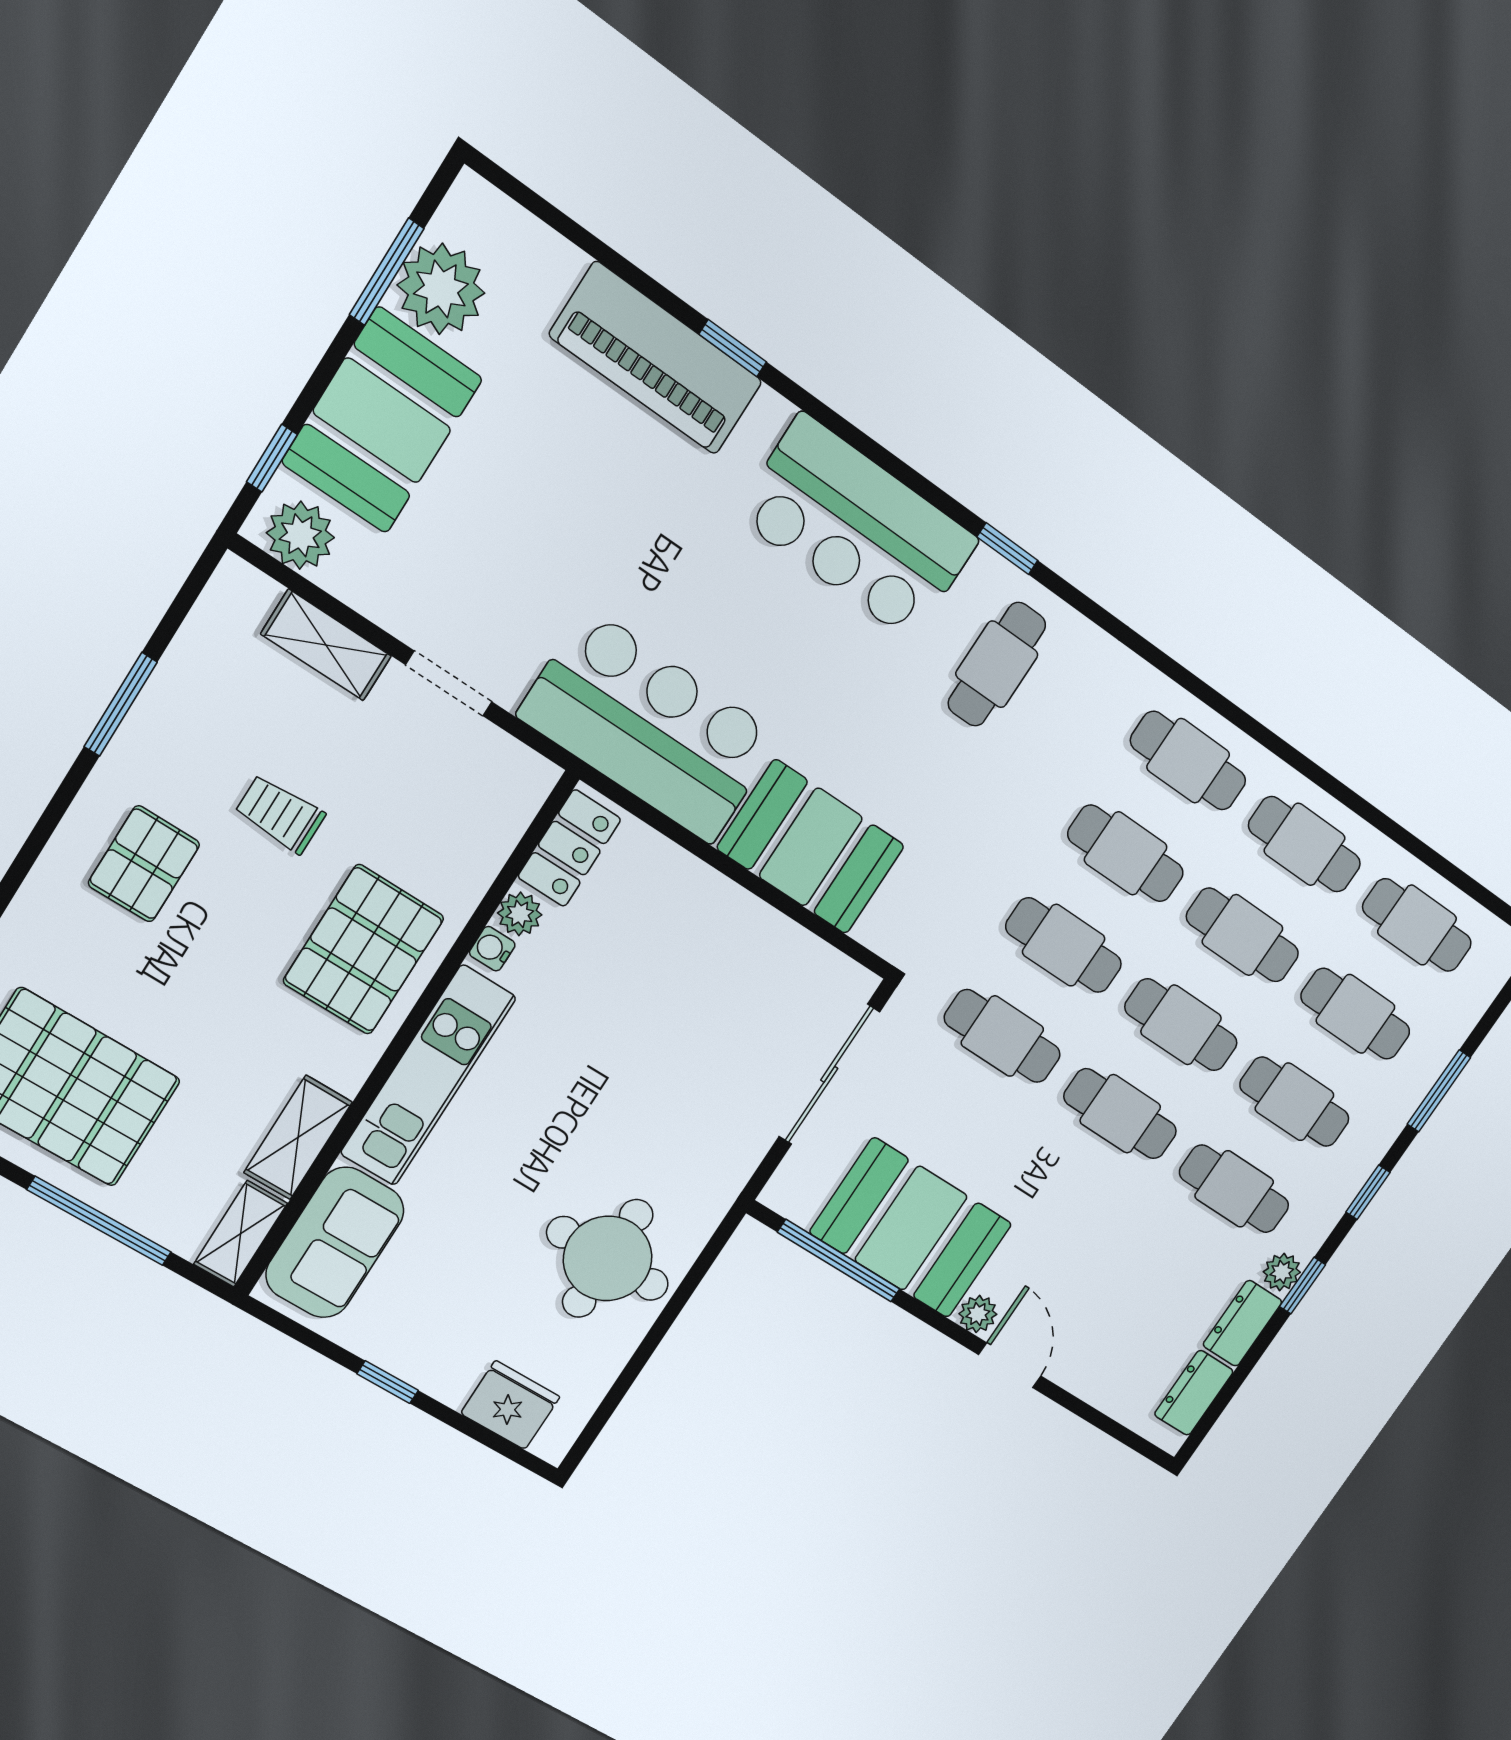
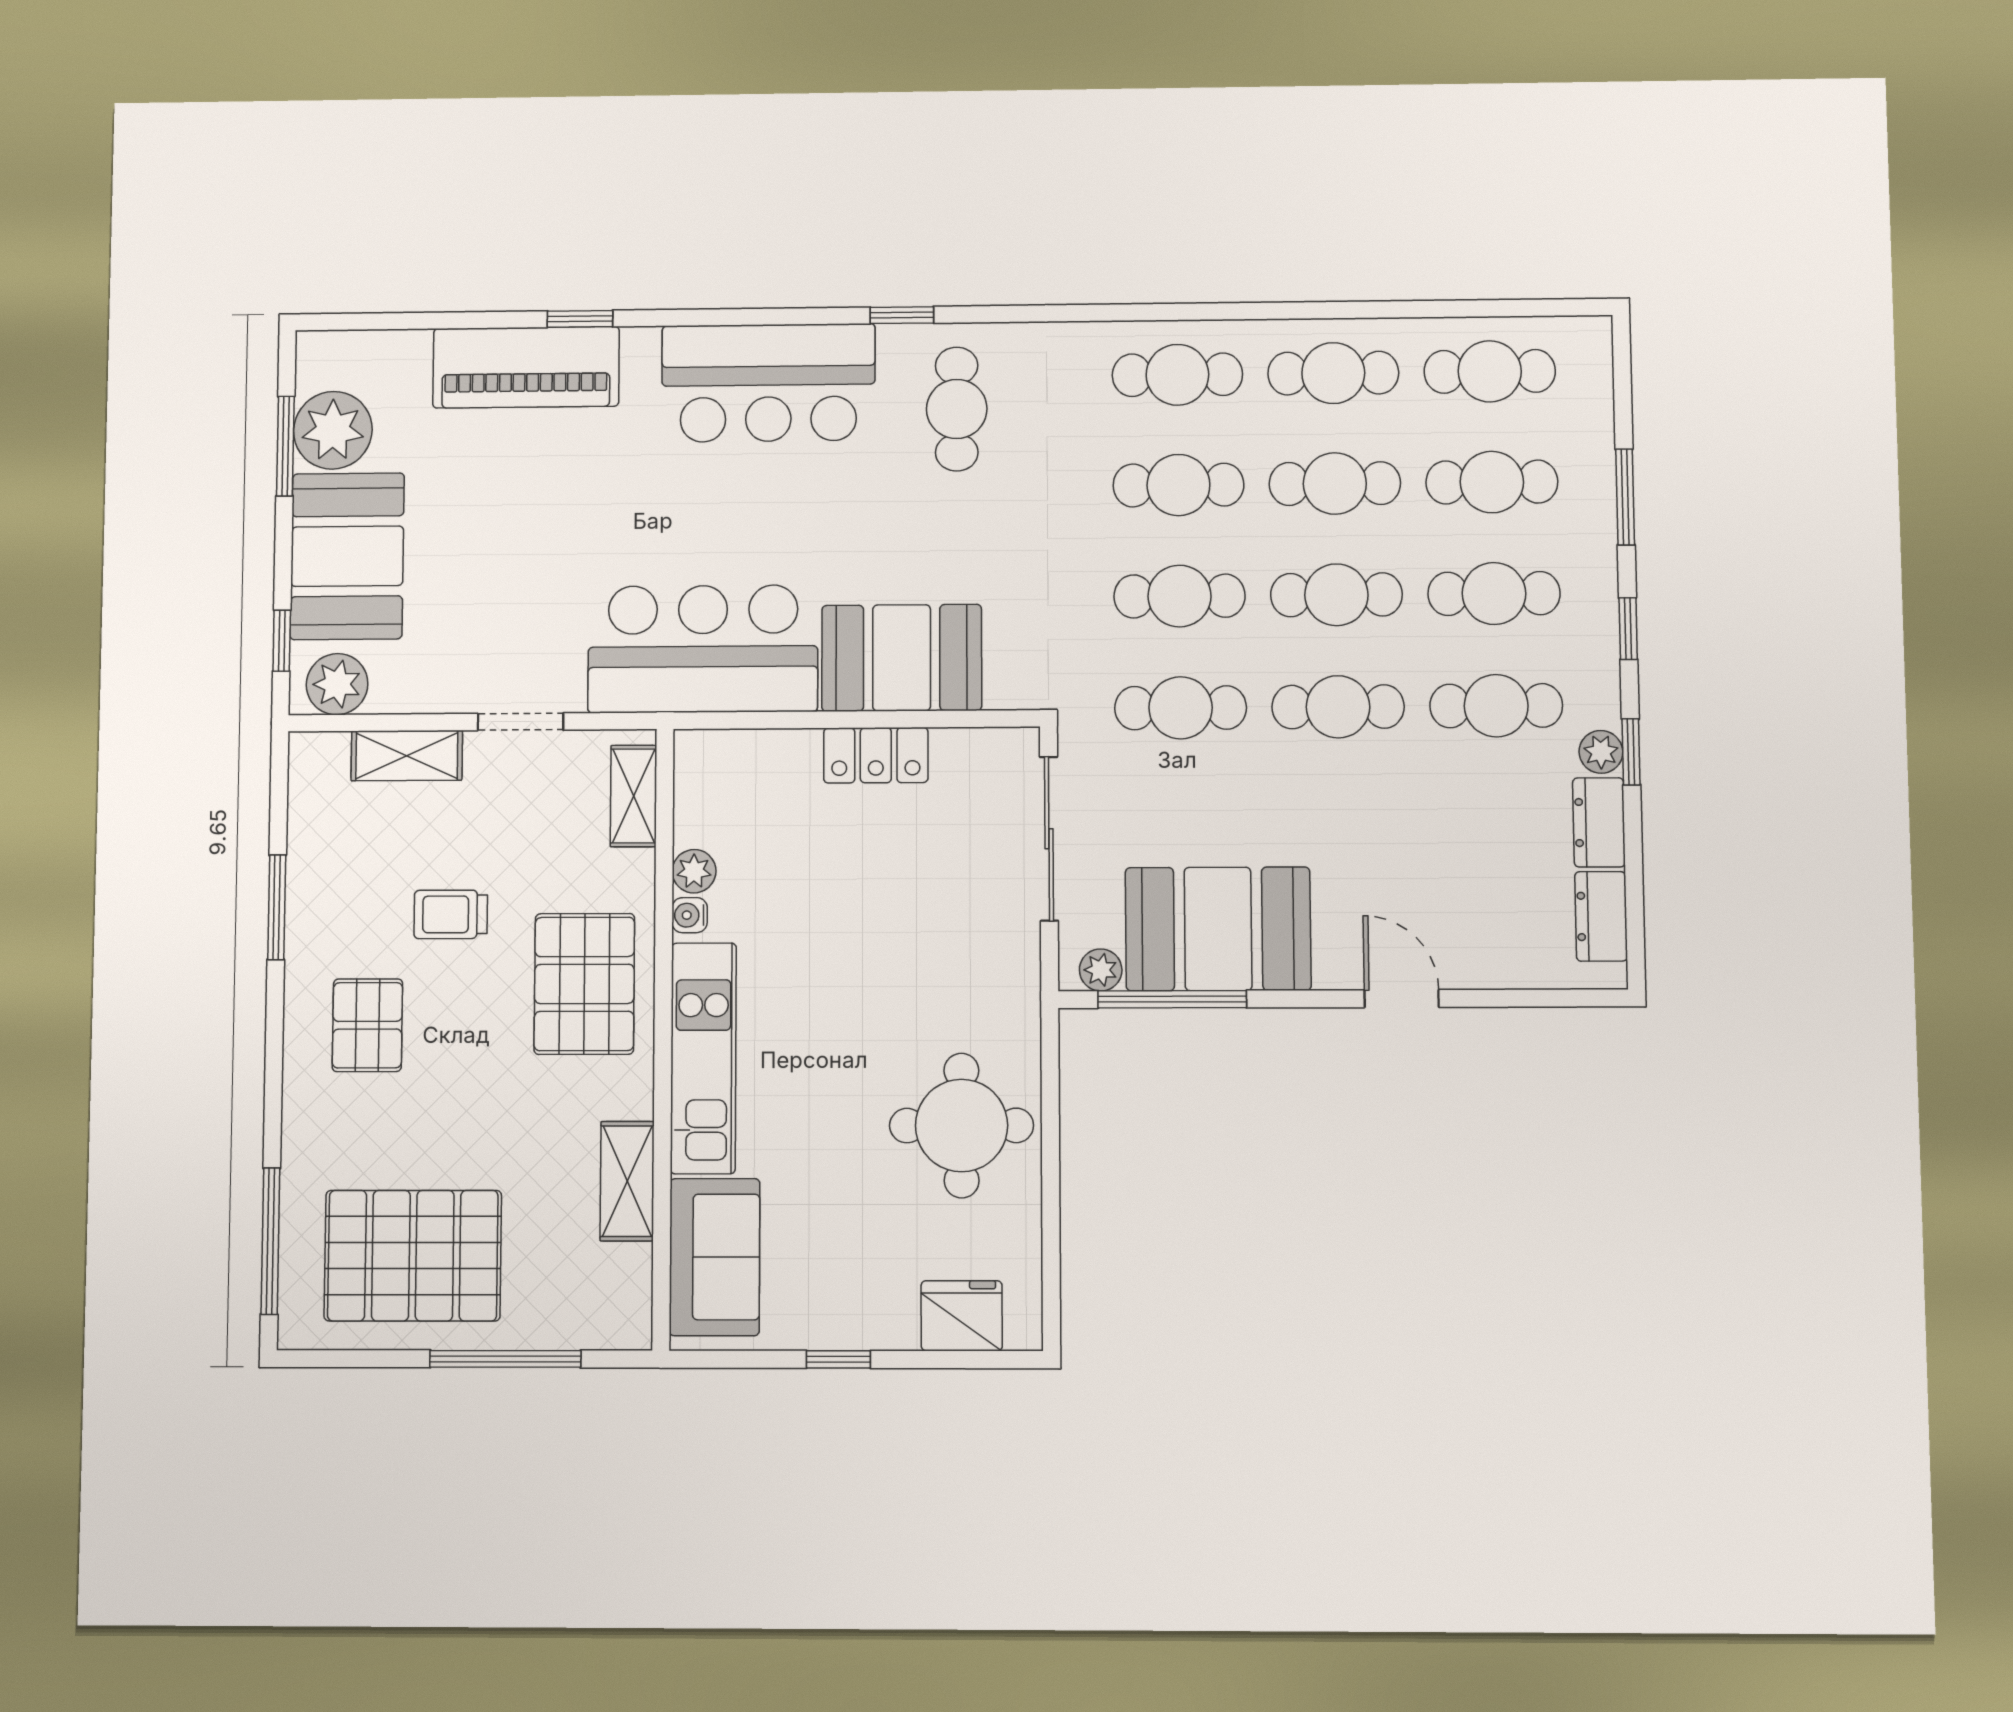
locker: (569, 848) -> (876, 755), moved, turned 90
shelving: (241, 1234) -> (634, 796), moved
plant: (978, 1314) -> (1101, 970), moved

